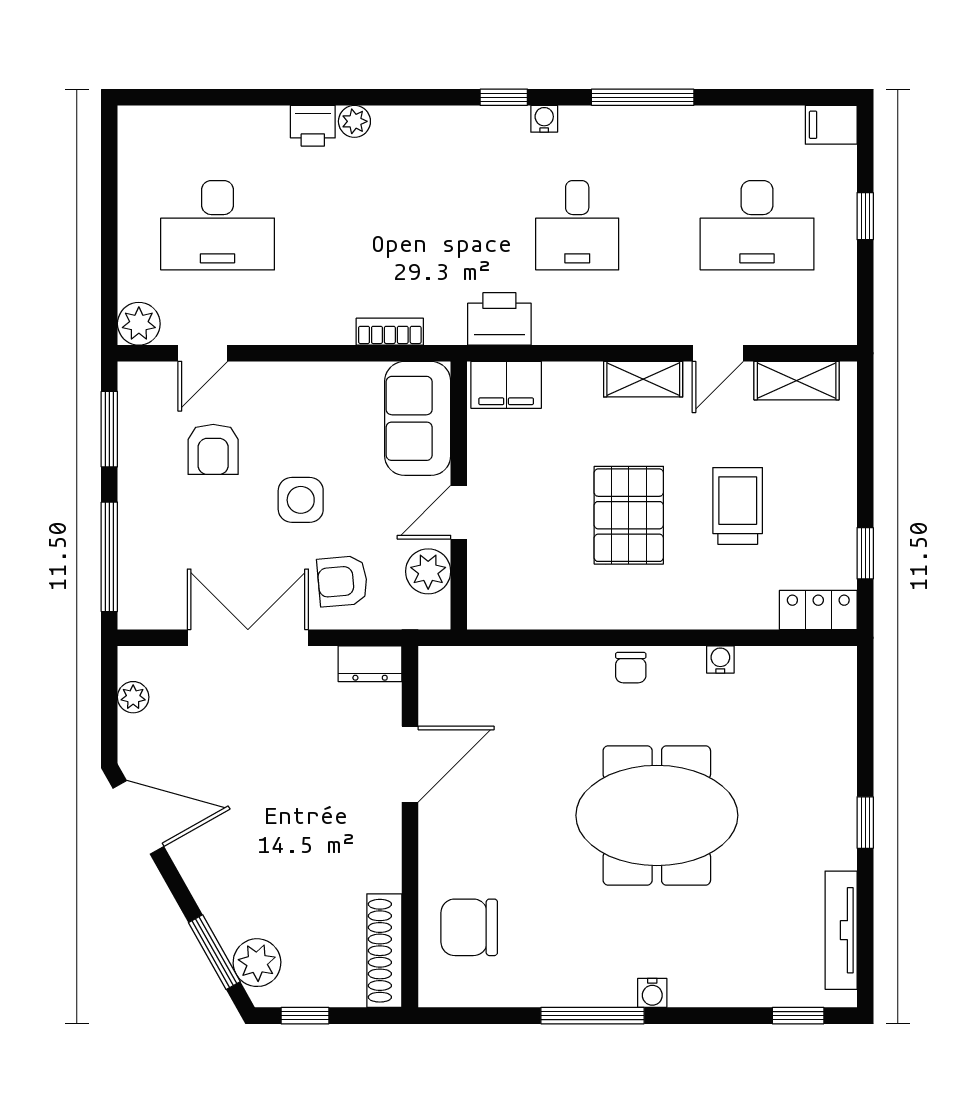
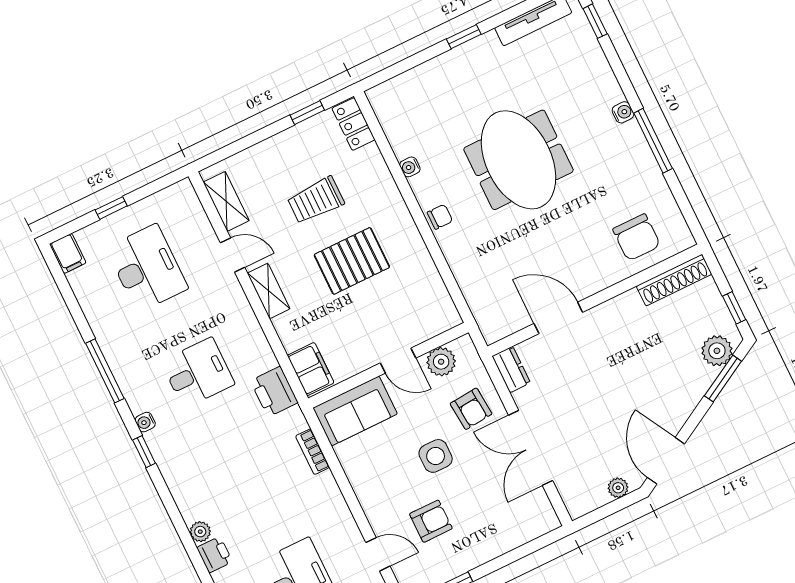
window: (109, 557) -> (523, 551), removed
plant: (133, 697) -> (618, 488), moved

